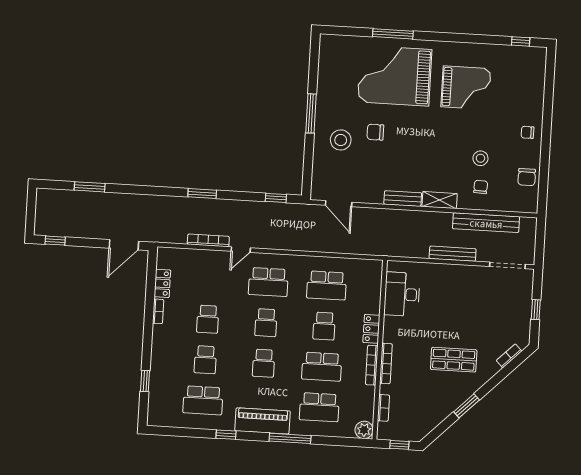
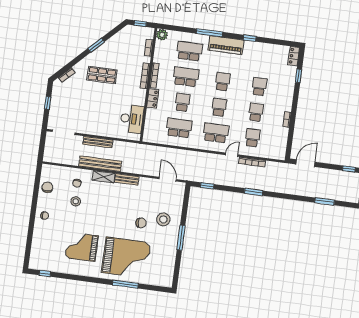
bench: (486, 223) -> (100, 164), moved
locker: (162, 283) -> (294, 56), moved
school desk: (203, 400) -> (252, 138), moved, width x0.54

